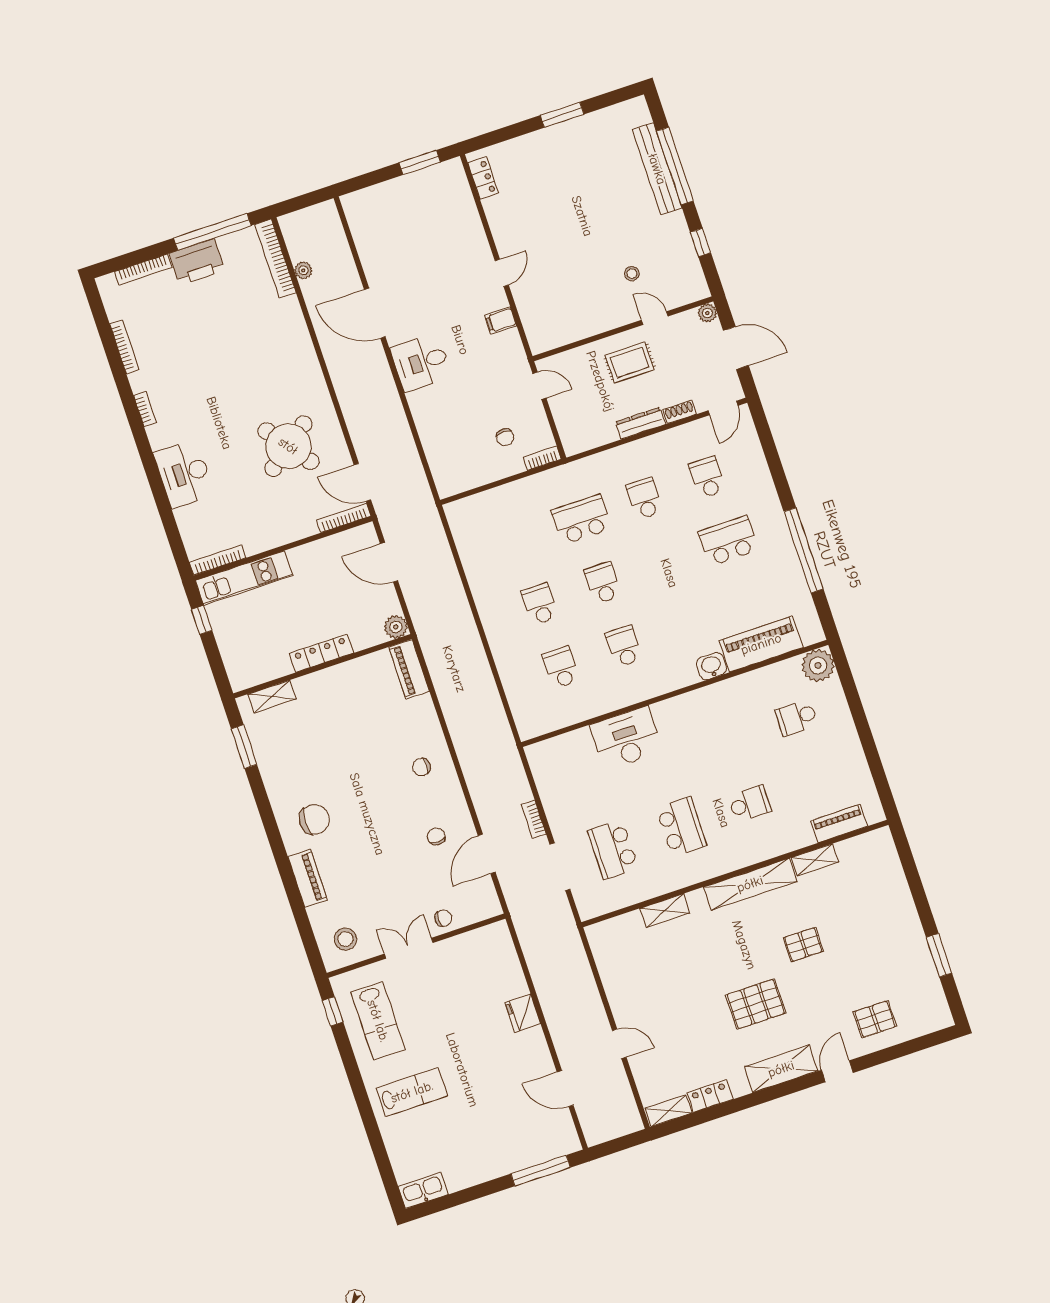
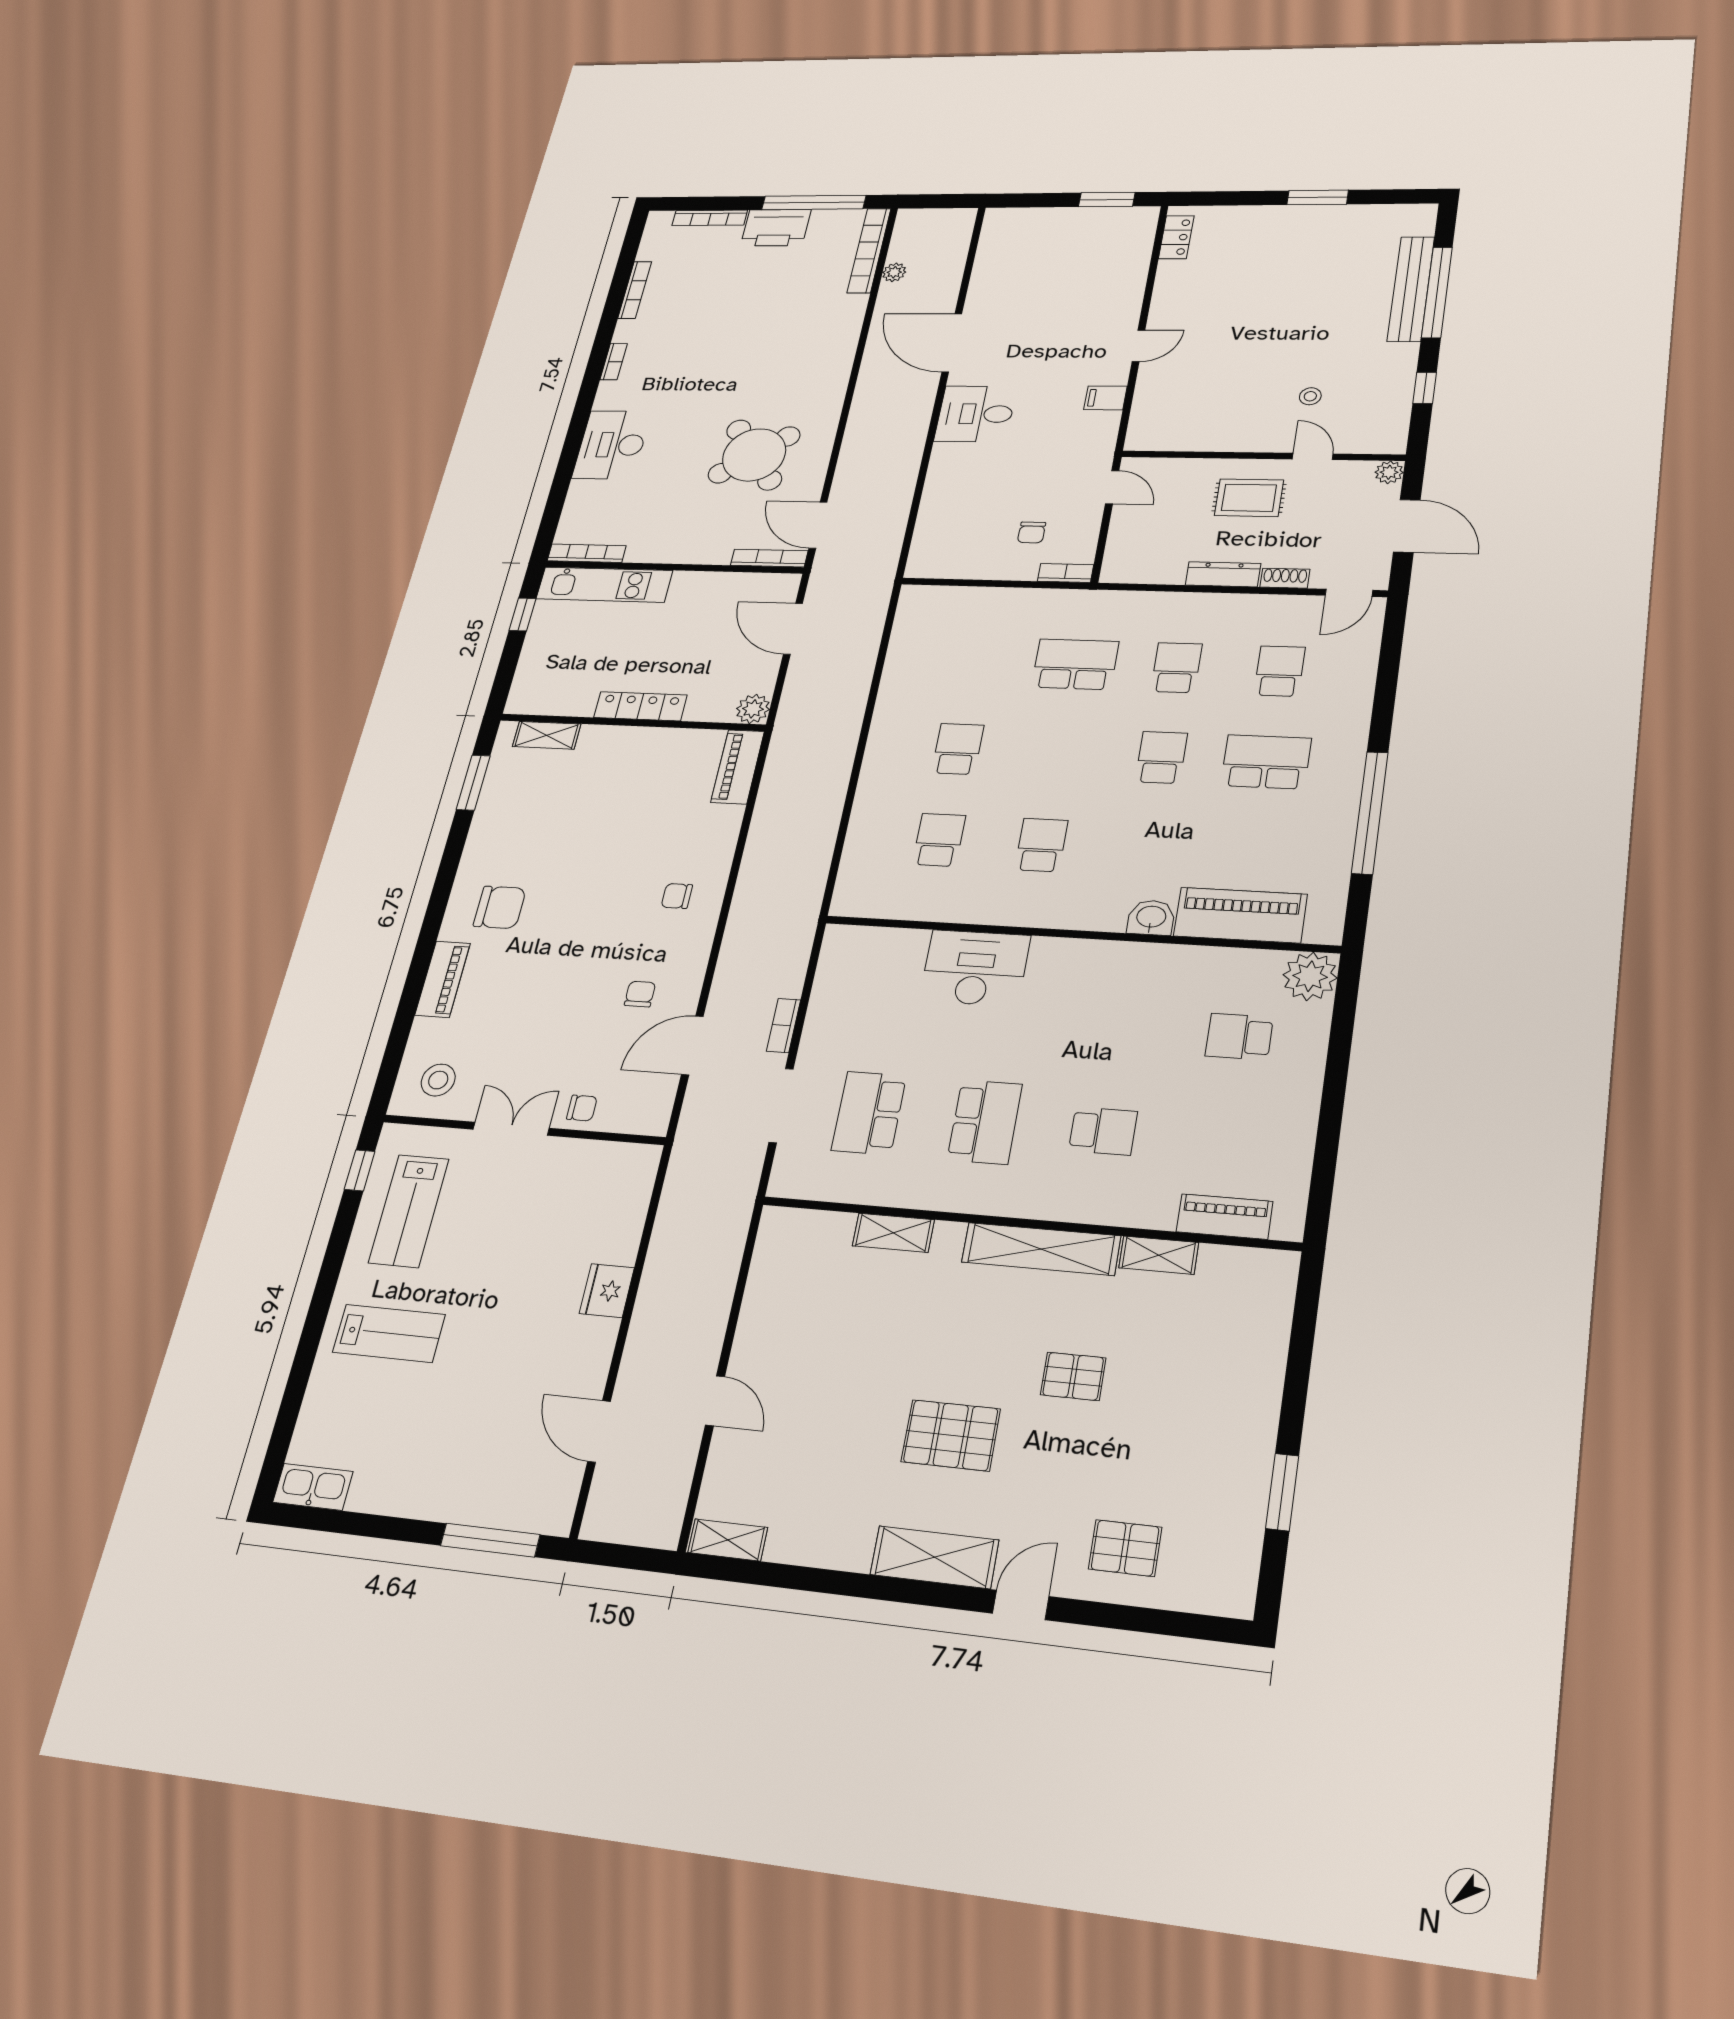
school desk: (603, 583) -> (1161, 757), moved
locker: (710, 1096) -> (802, 1547), removed

